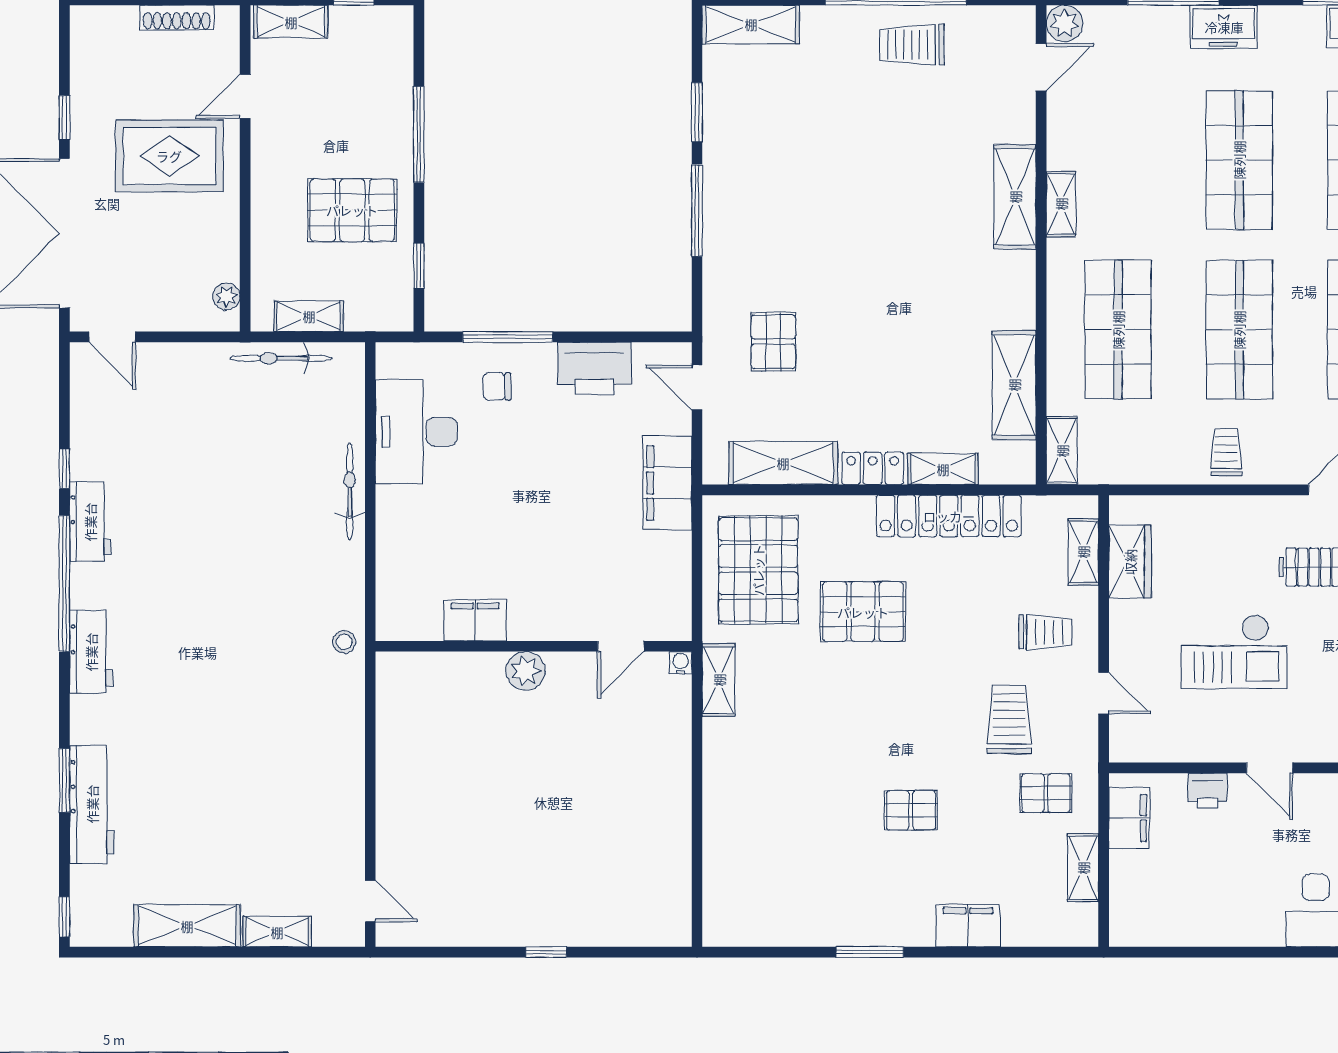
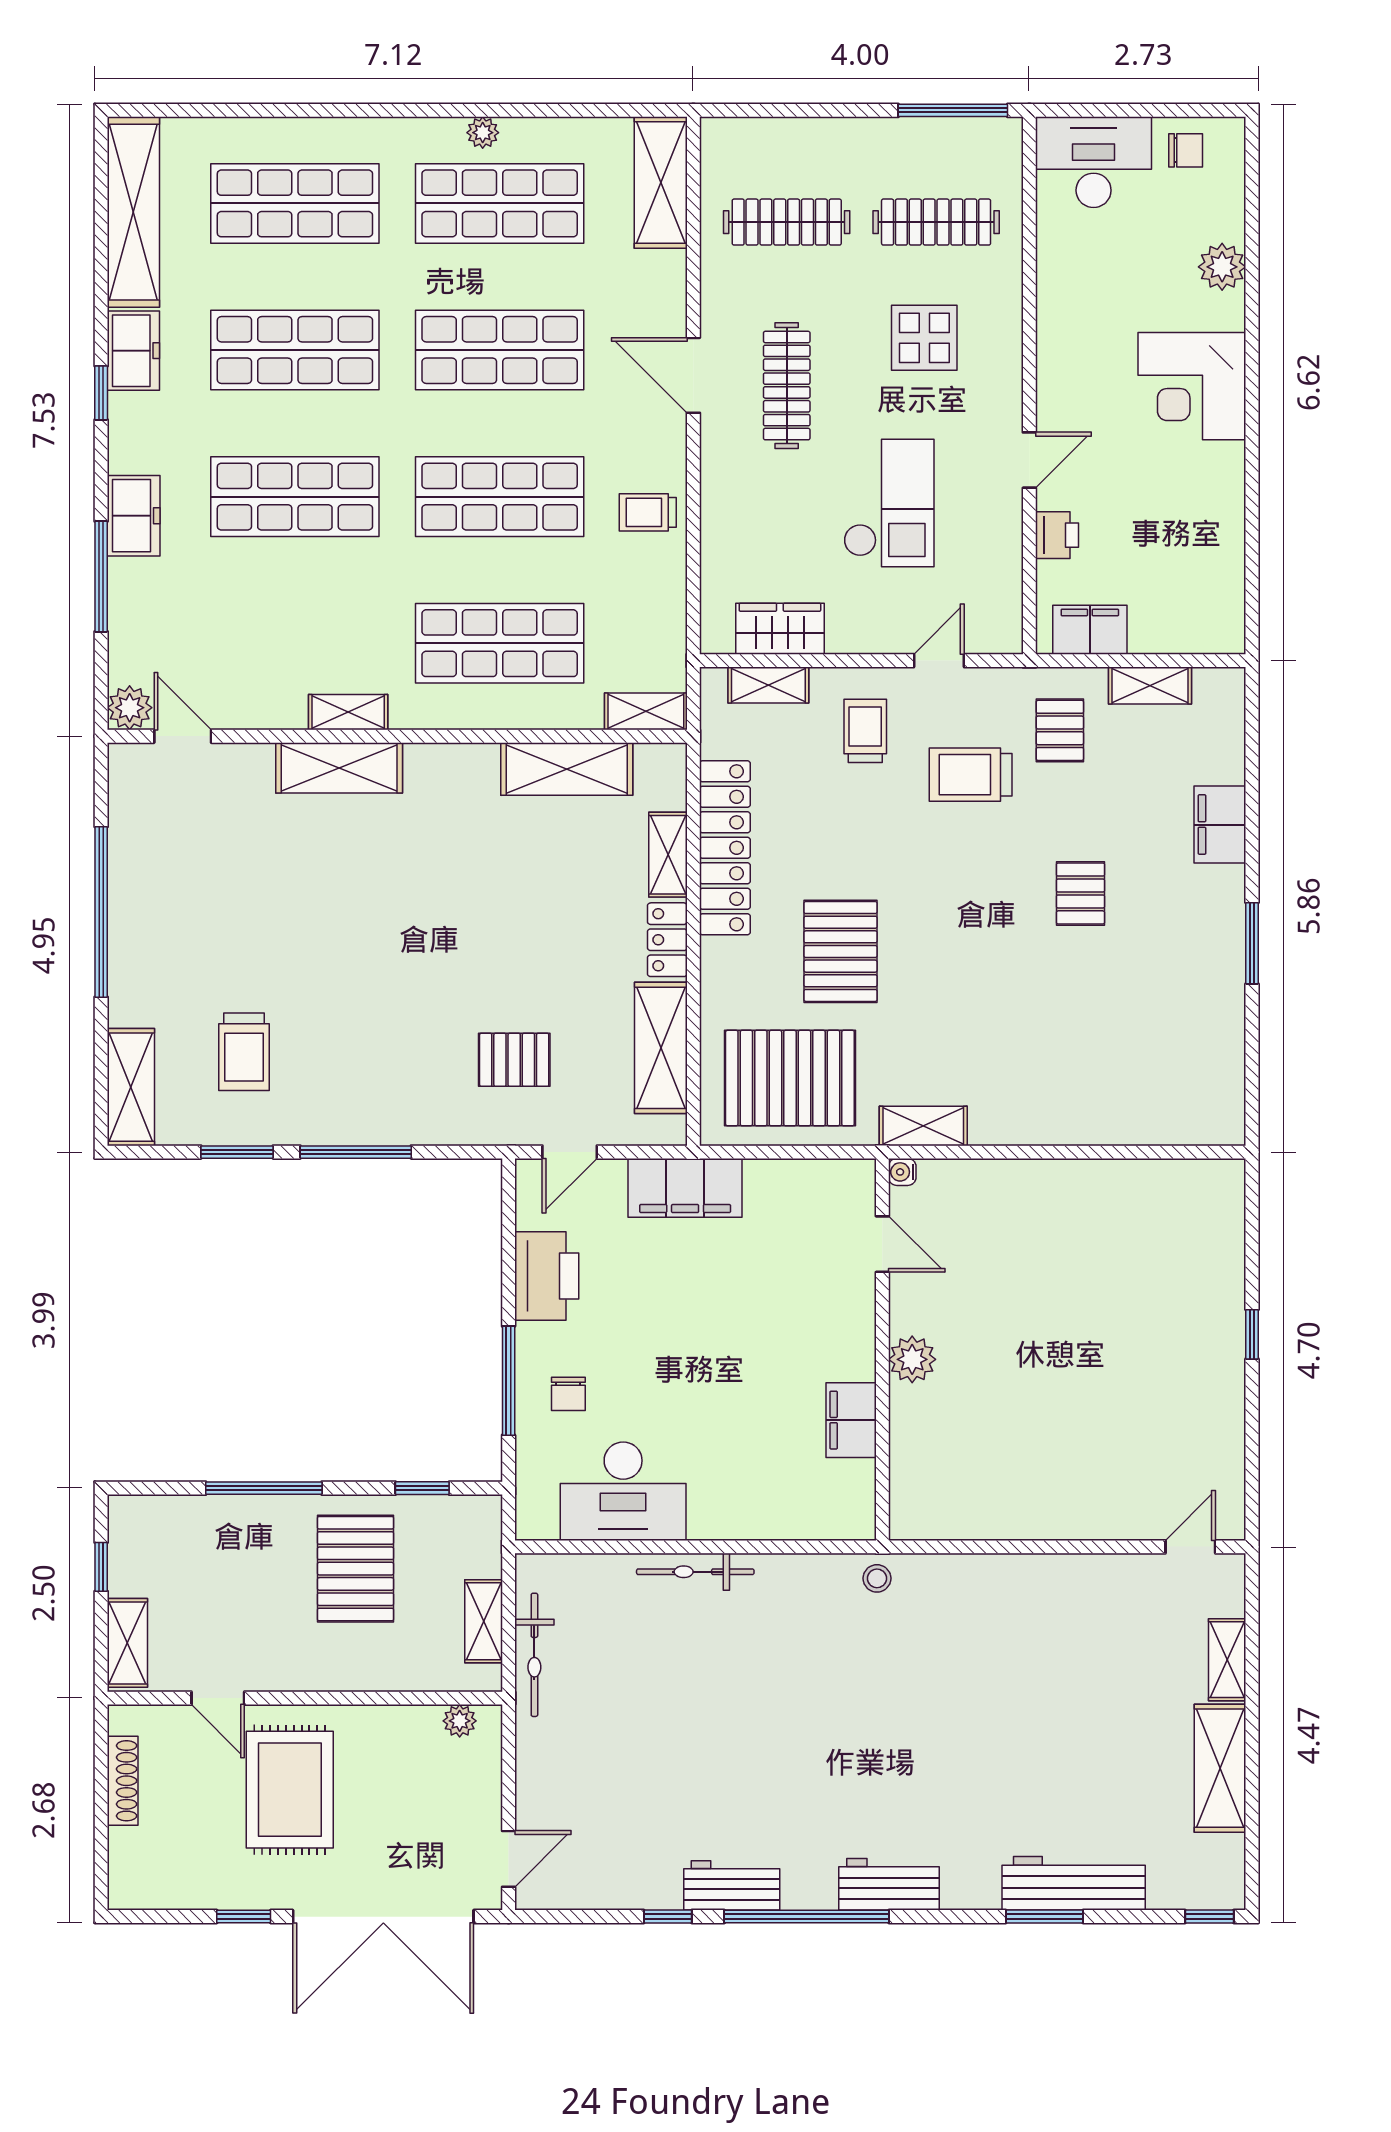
trolley: (912, 45) -> (244, 1052), moved

